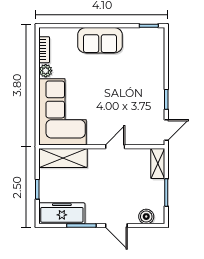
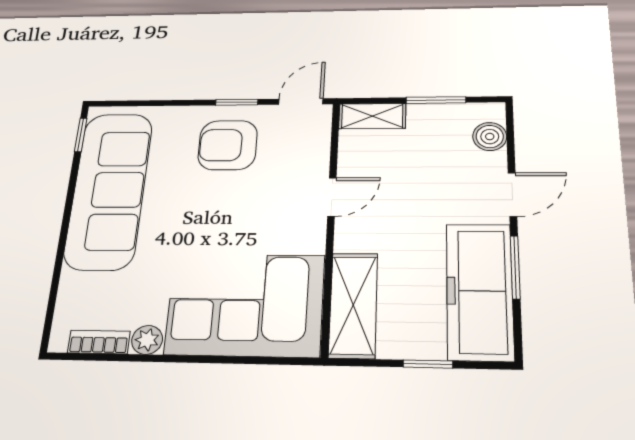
sofa: (100, 40) -> (109, 190), width x1.85, depth x1.27
armchair: (143, 97) -> (228, 145), added
door: (166, 130) -> (301, 102), hinge flipped
door: (115, 147) -> (332, 197), swing flipped
freezer: (62, 213) -> (480, 291), width x1.36, depth x1.26

